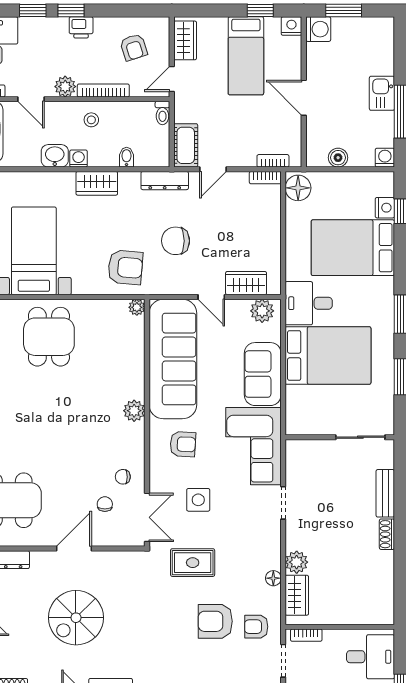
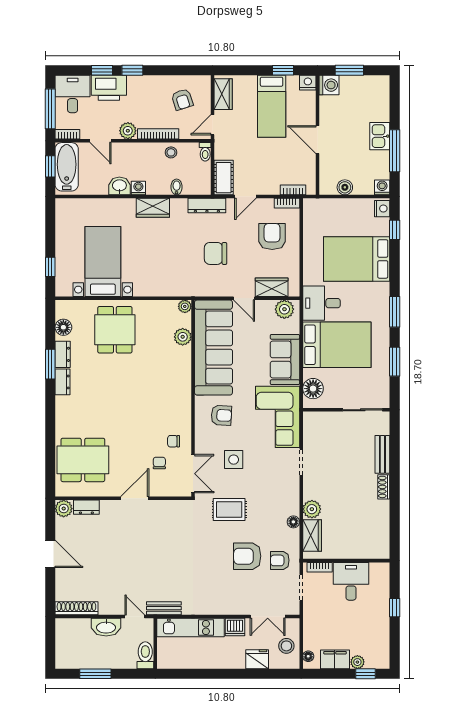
printer: (81, 27) -> (109, 88), moved, width x1.87, depth x1.48
stool: (91, 120) -> (171, 152), moved
floor lamp: (298, 188) -> (313, 389), moved
nightstand: (385, 208) -> (382, 209), moved
armchair: (125, 267) -> (272, 236), moved, turned -95
plant: (134, 411) -> (183, 337), moved
spiral stairs: (76, 618) -> (136, 553), removed
desk: (371, 657) -> (351, 581), moved, turned -90

